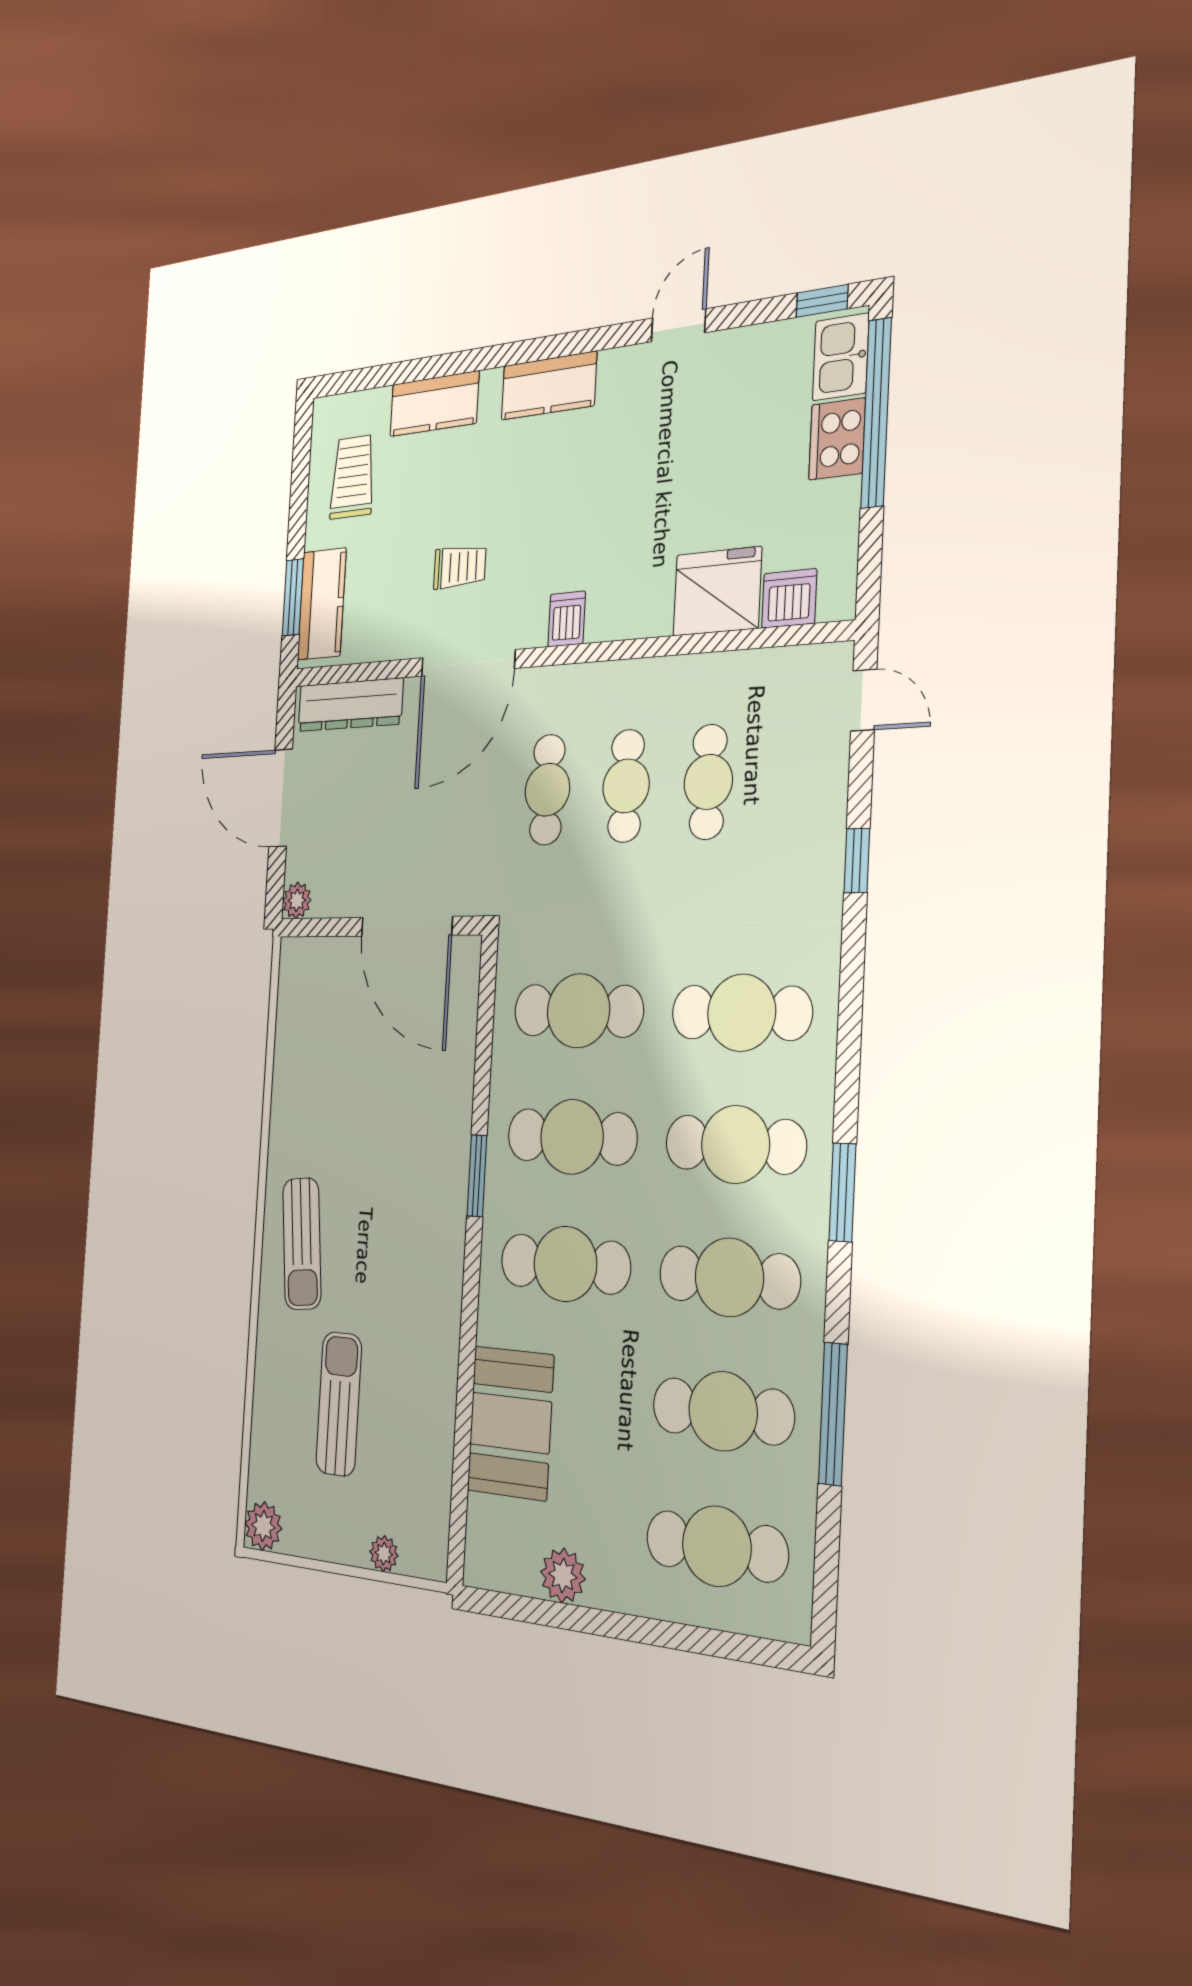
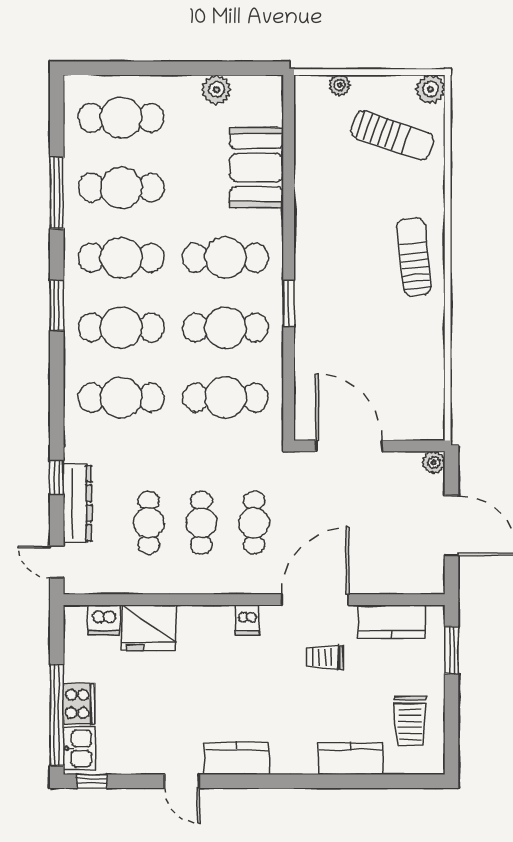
door: (678, 325) -> (182, 781), hinge flipped
kitchen counter: (549, 386) -> (237, 758), moved
kitchen counter: (322, 604) -> (392, 622), moved, turned -90
dresser: (350, 705) -> (77, 503), moved, turned 90
sun lounger: (339, 1404) -> (392, 135), moved, turned -71

